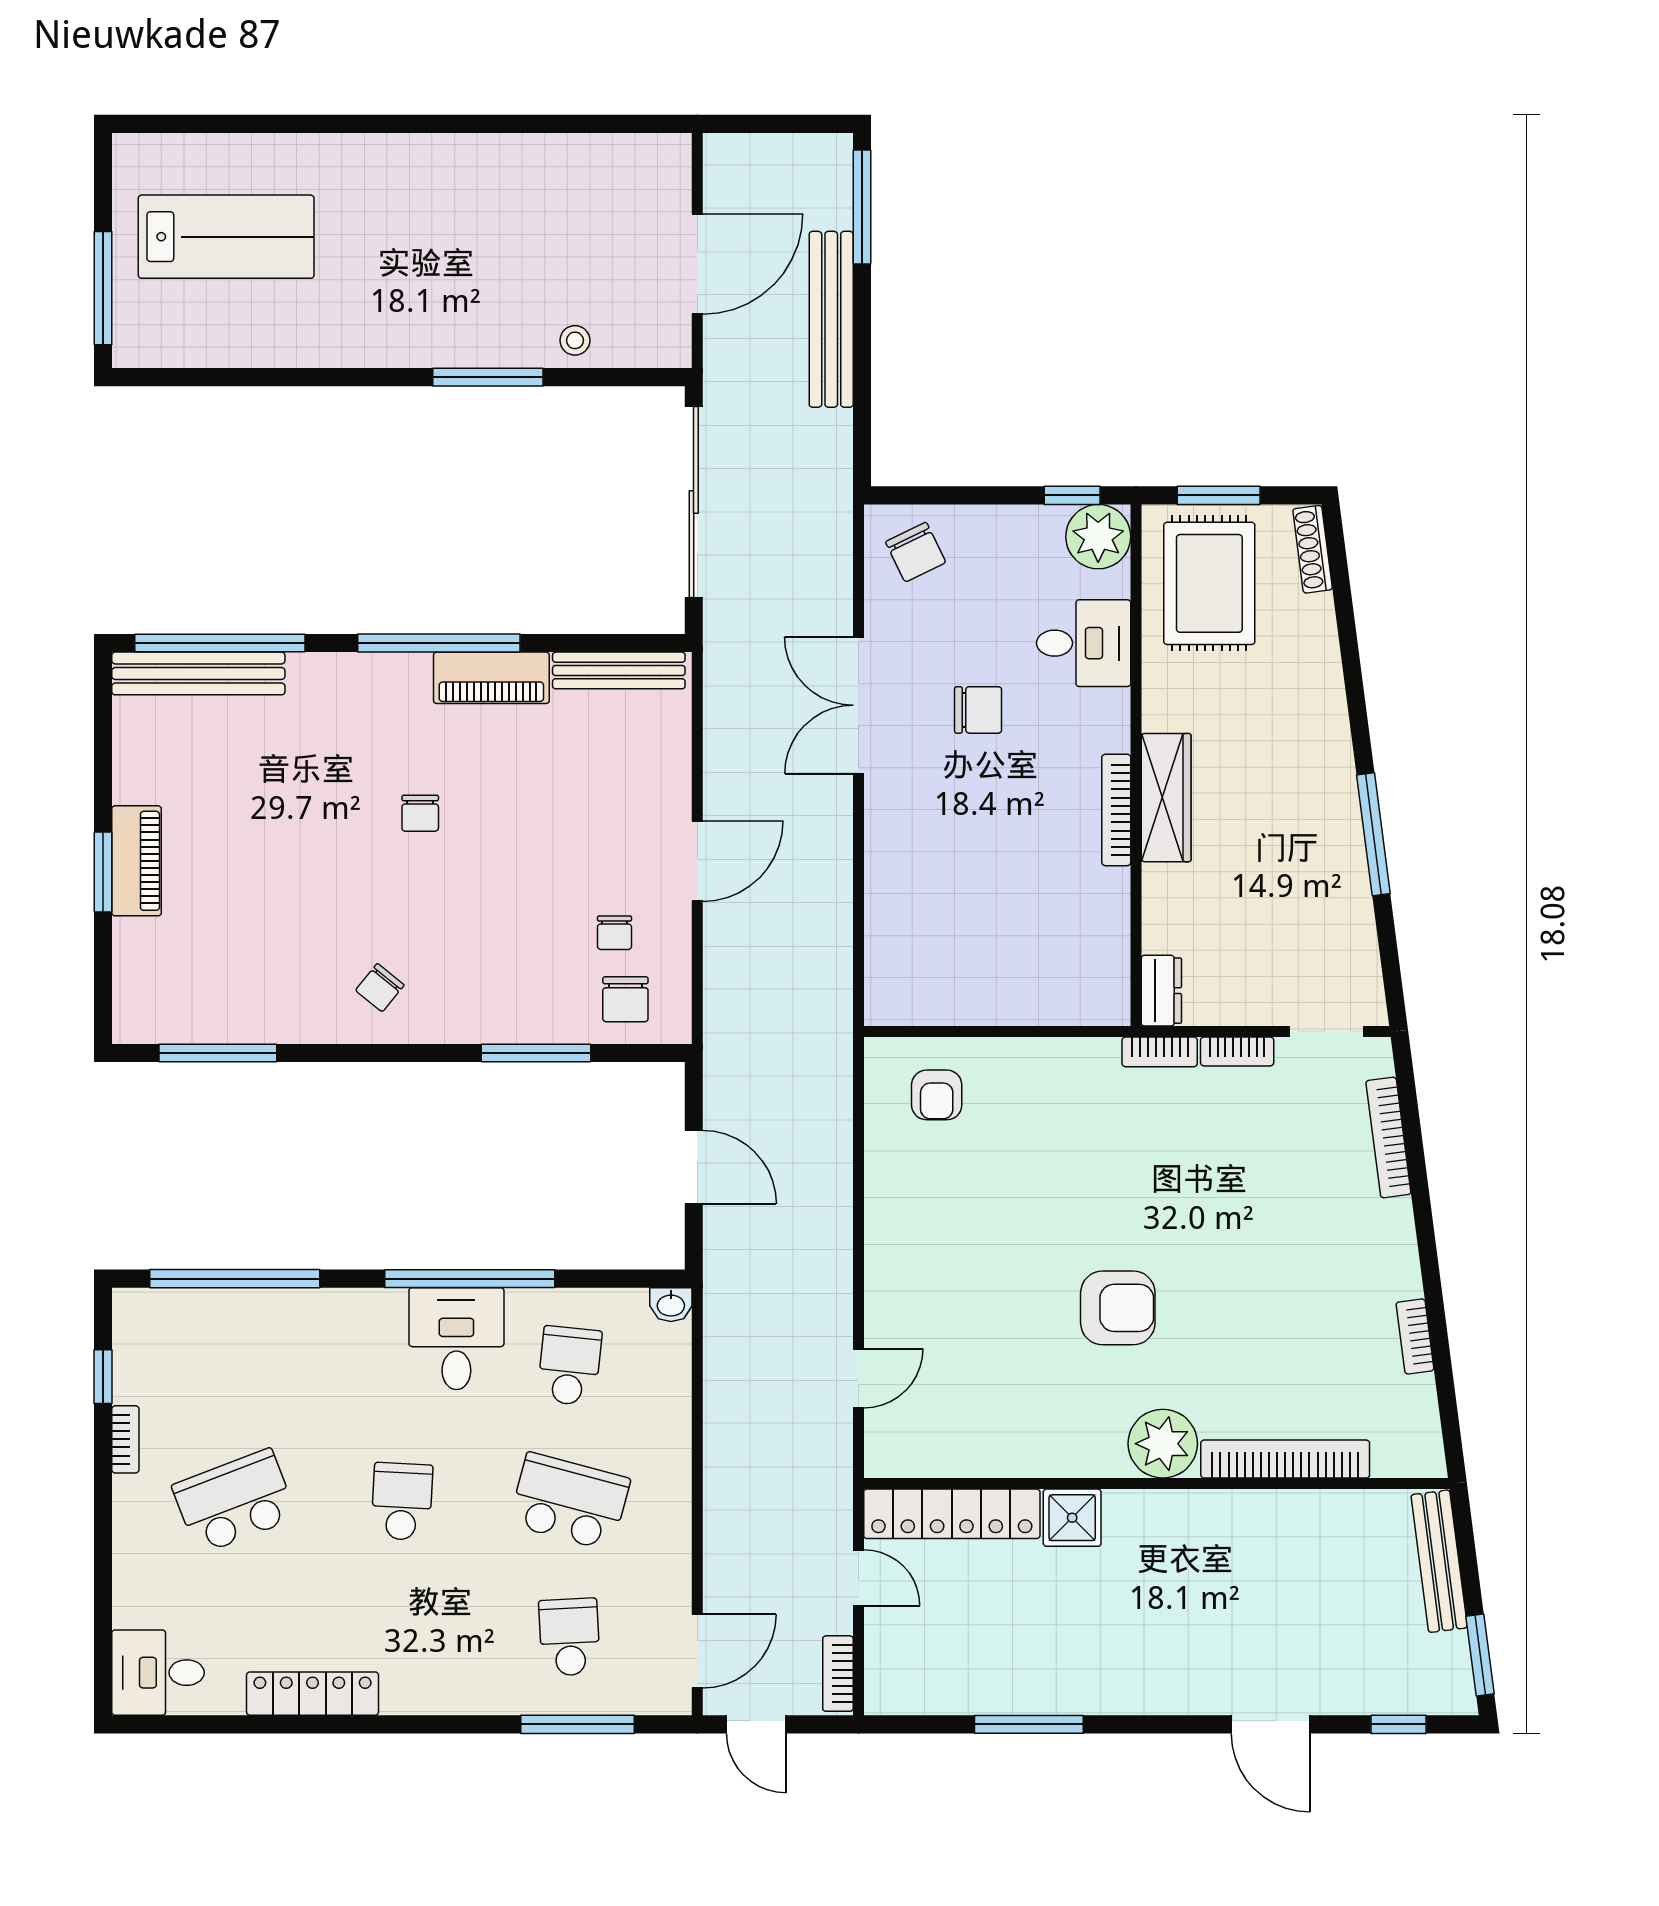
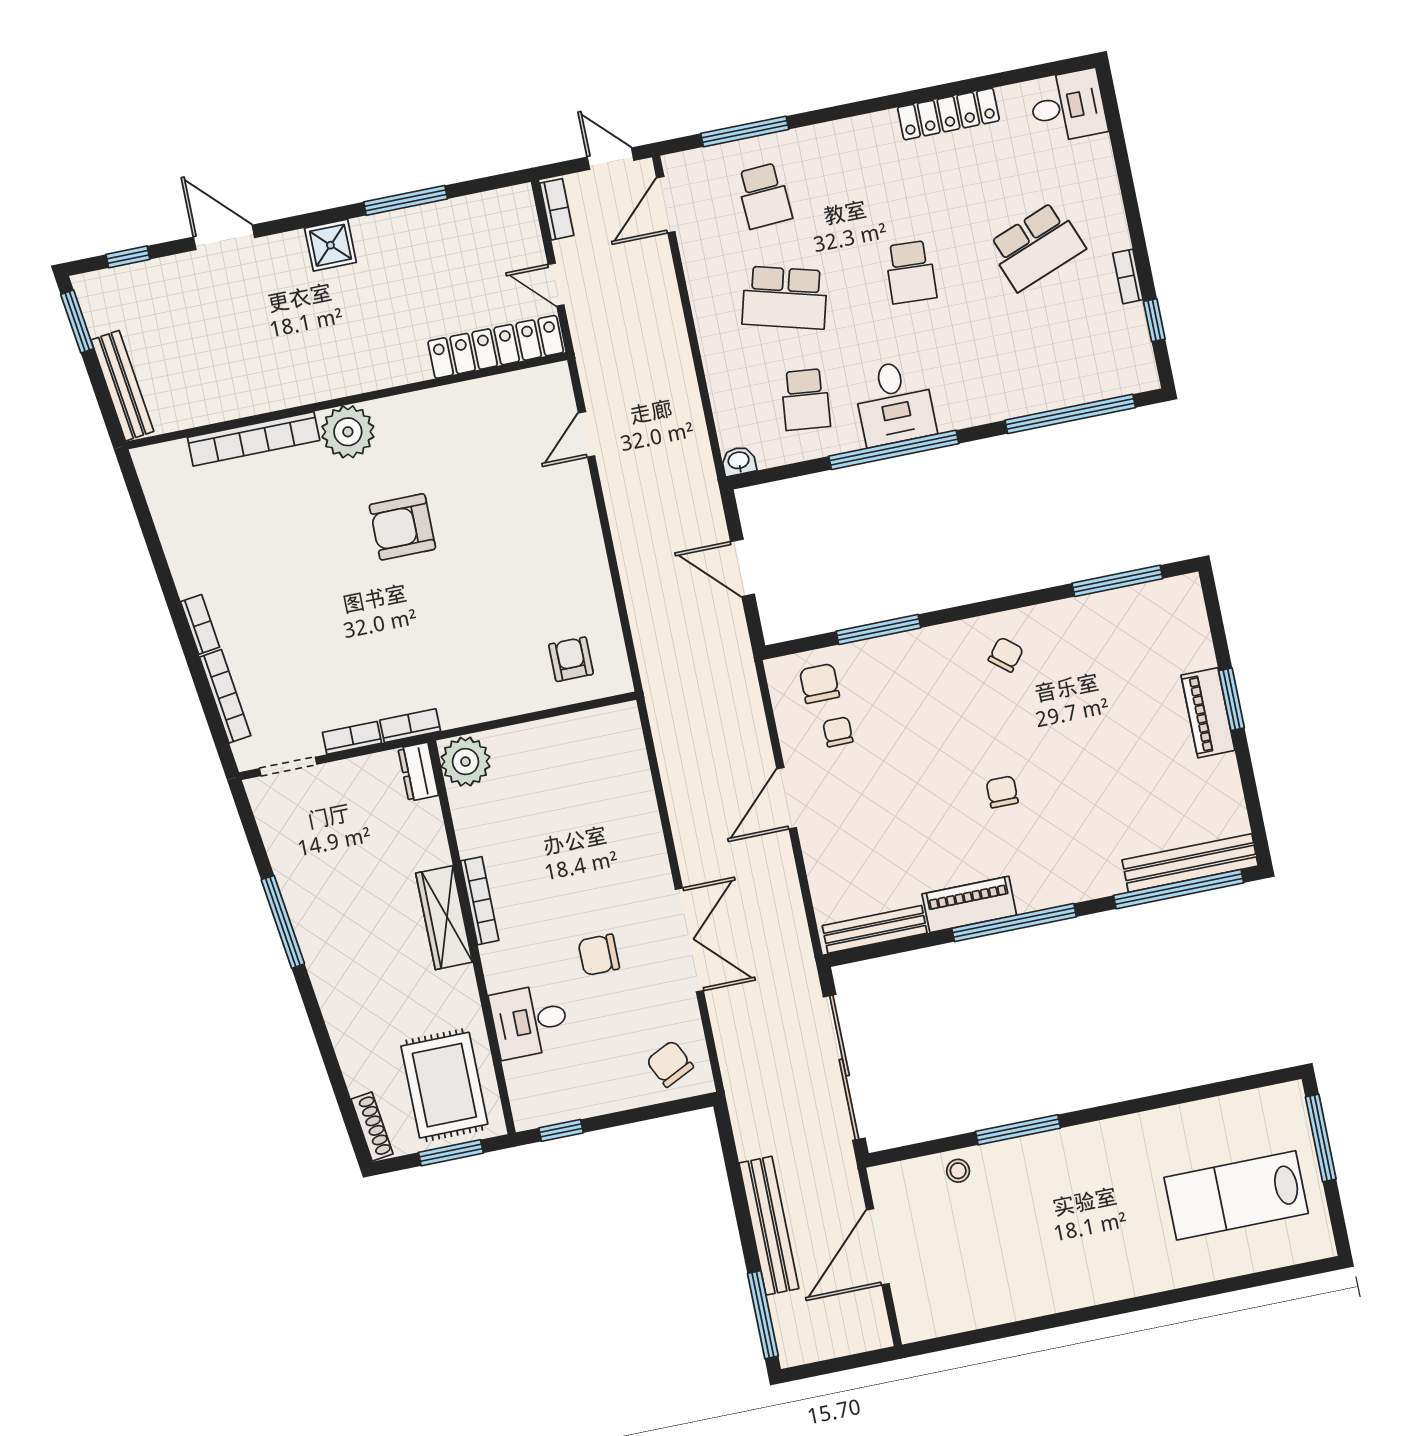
plant: (1098, 537) -> (465, 762), moved
bookcase: (1415, 1336) -> (200, 624), moved
shower: (1072, 1518) -> (330, 245), moved

